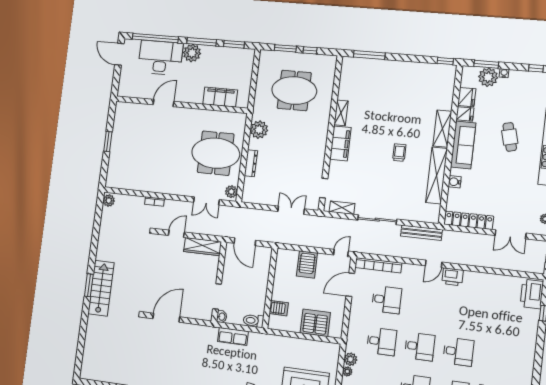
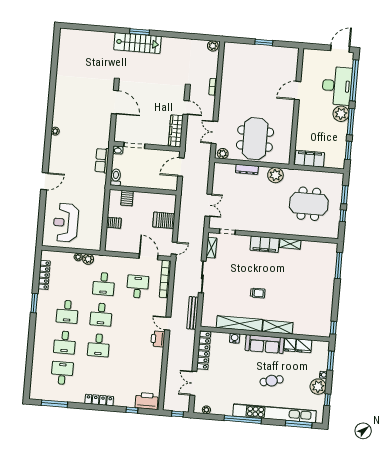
plant: (488, 77) -> (318, 387), moved
meeting table: (294, 90) -> (309, 204), turned 90
filing cabinet: (220, 97) -> (310, 159), moved, turned -90
door: (163, 103) -> (298, 91), swing flipped
door: (341, 253) -> (174, 248), hinge flipped
desk: (387, 300) -> (138, 287), turned 180
server rack: (315, 323) -> (114, 223), width x0.46, depth x0.70
locker: (529, 354) -> (99, 400), added

